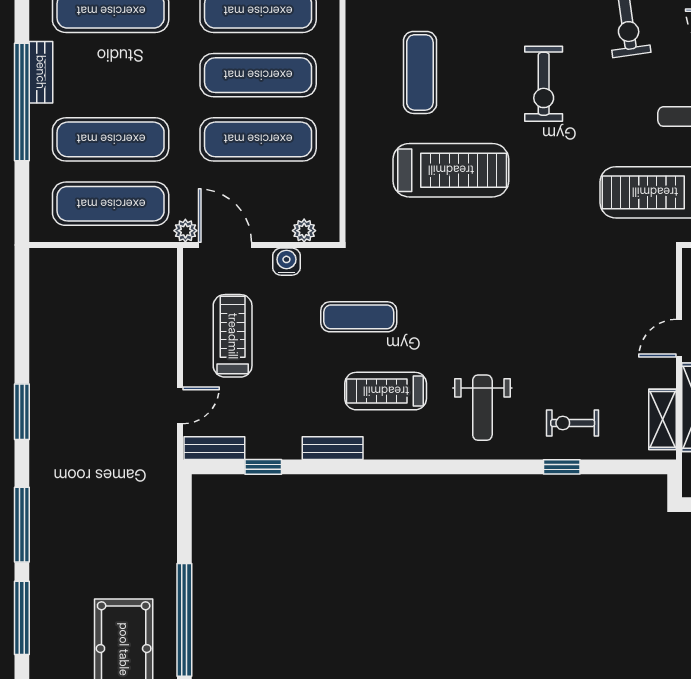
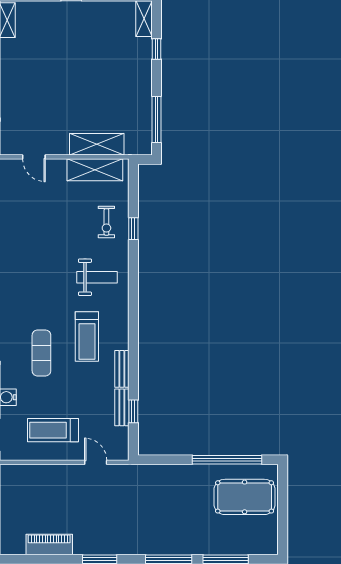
piano: (46, 330) -> (49, 544), added
door: (679, 338) -> (34, 157), moved
shelving: (662, 419) -> (95, 170), width x1.50, depth x1.33
bench: (214, 448) -> (122, 407), moved

